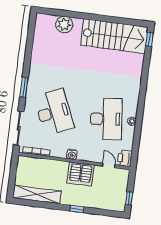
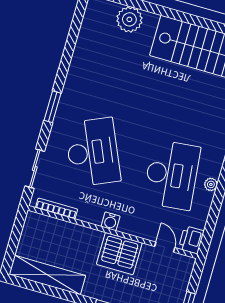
sliding door: (19, 128) -> (35, 169), width x0.73

